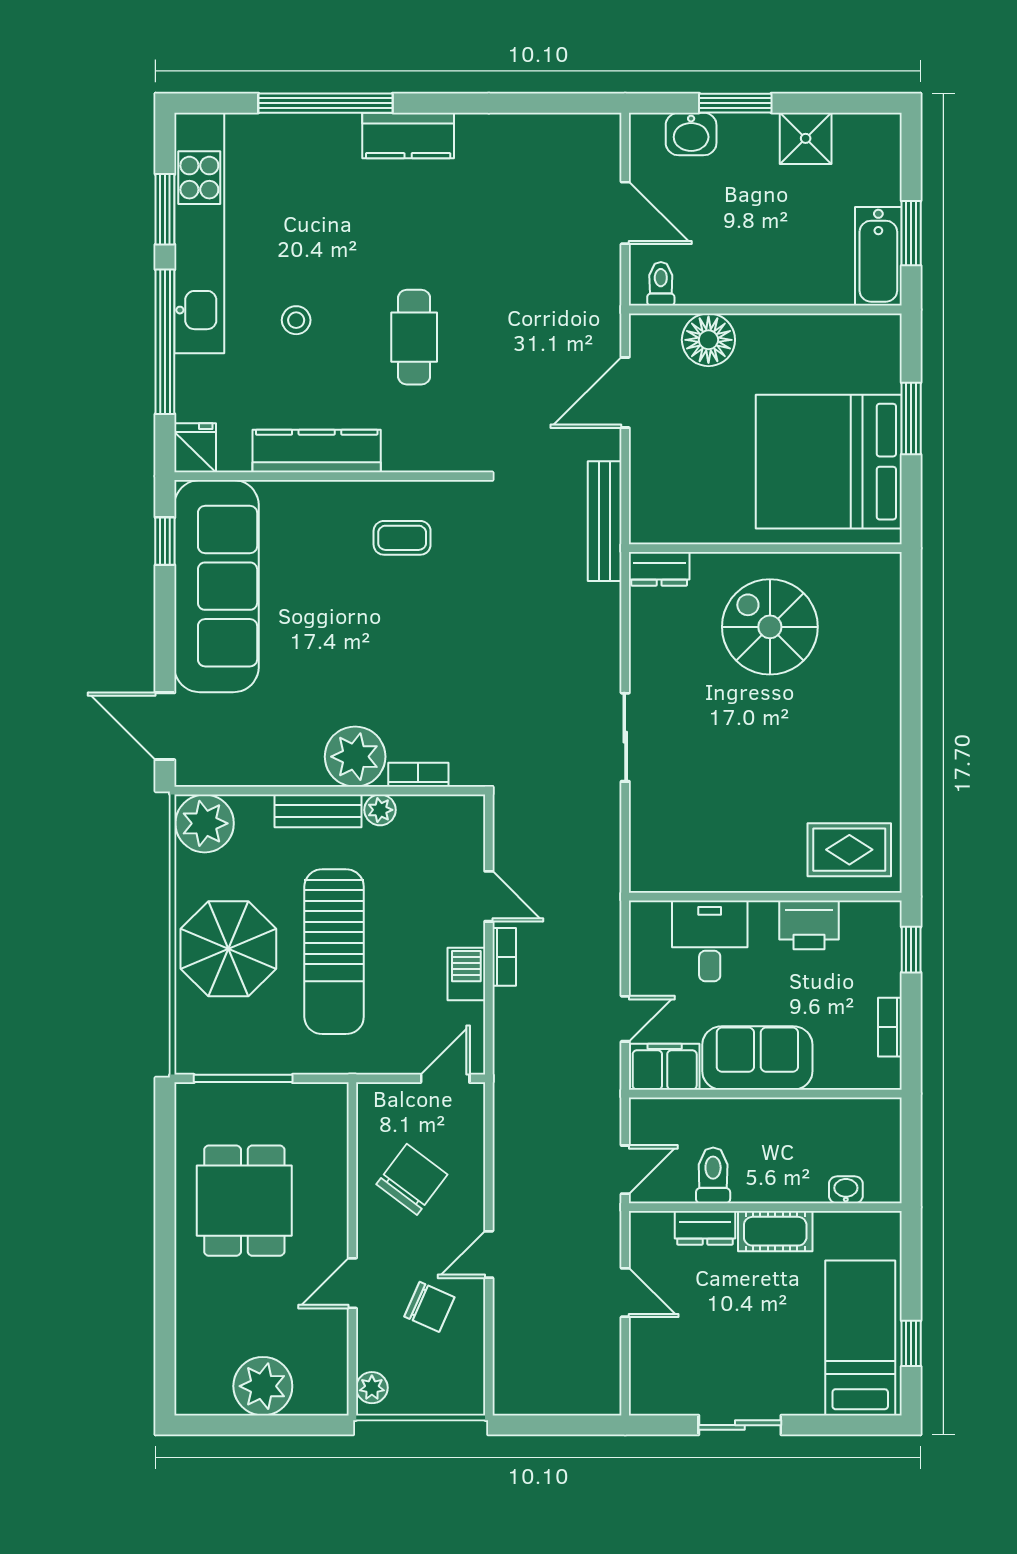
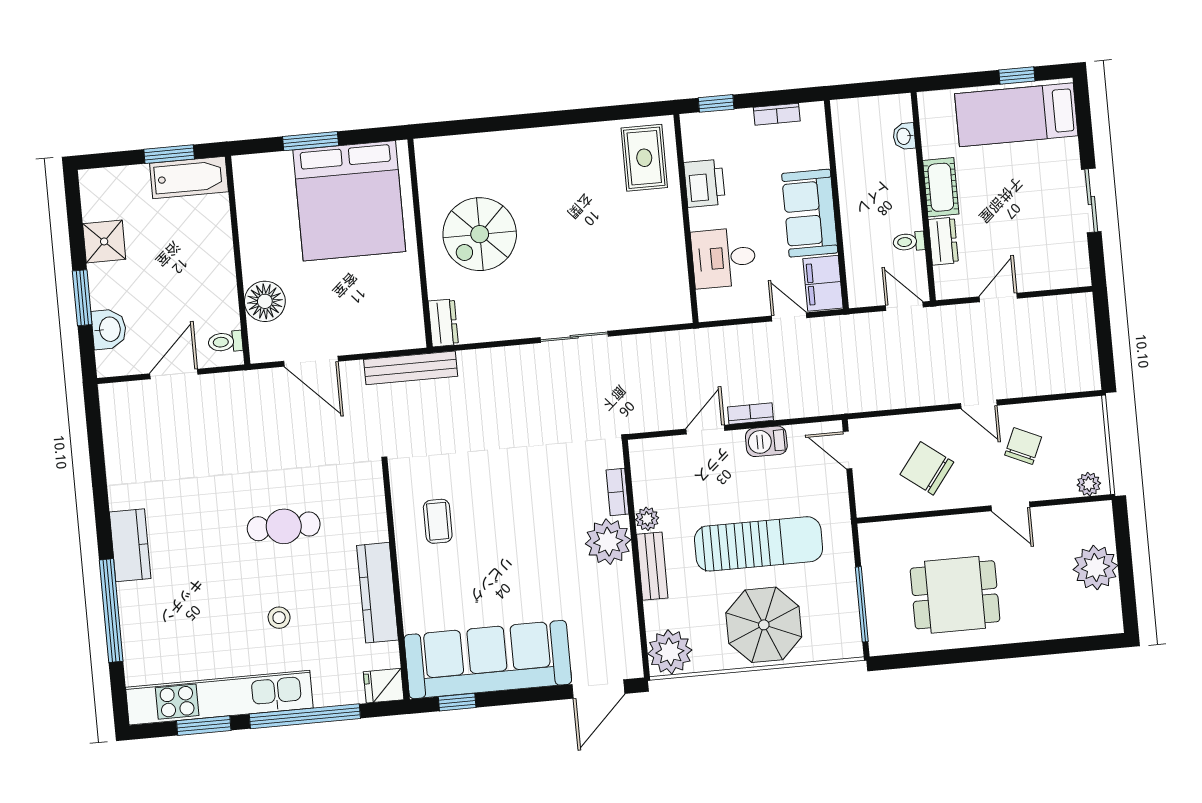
toilet: (713, 1175) -> (909, 242), width x0.73, depth x0.72

